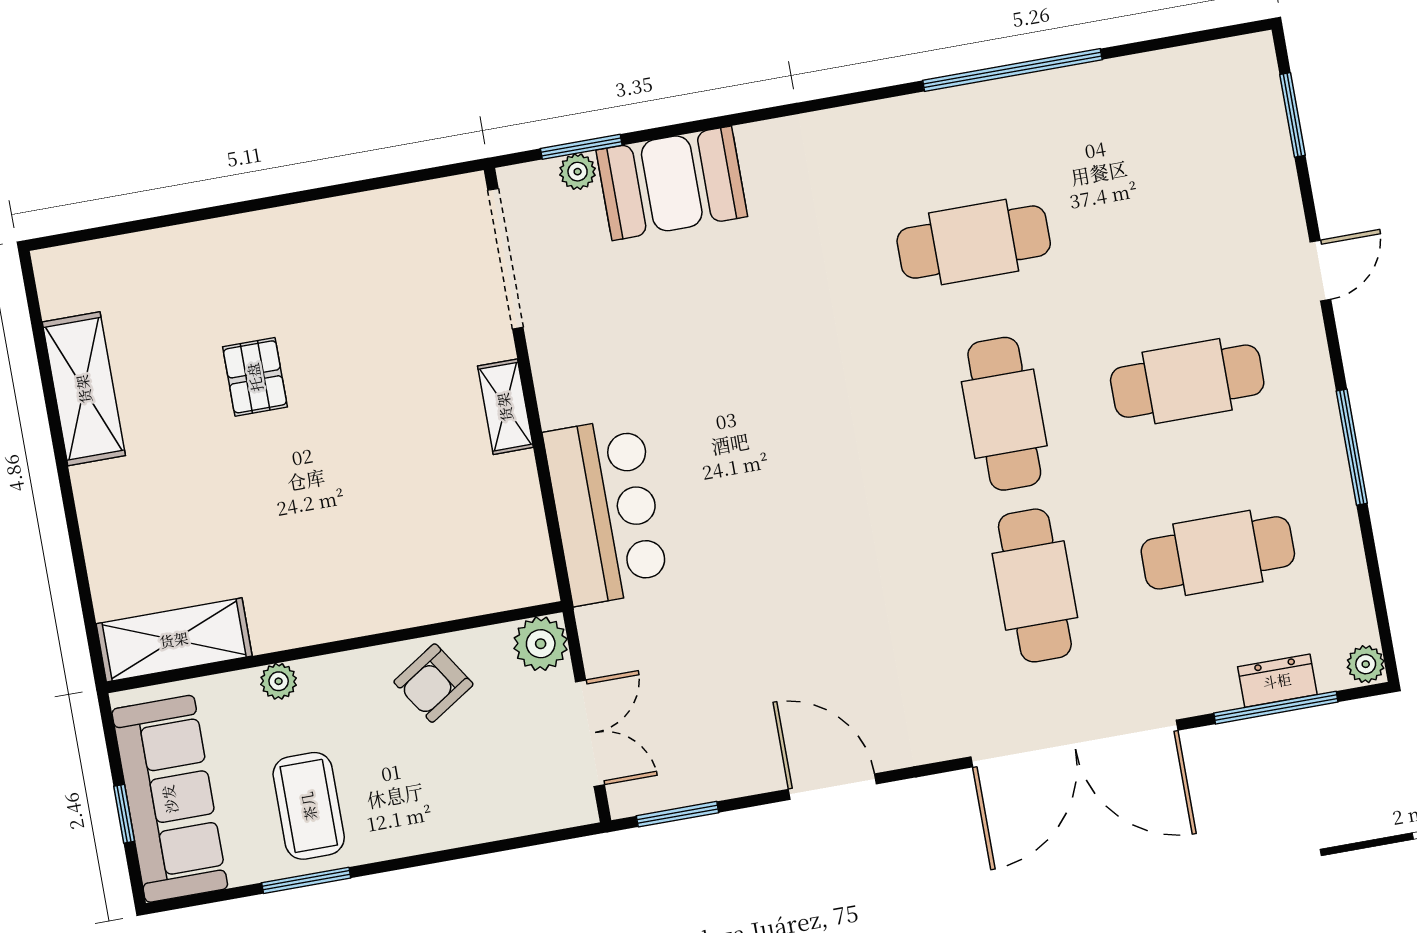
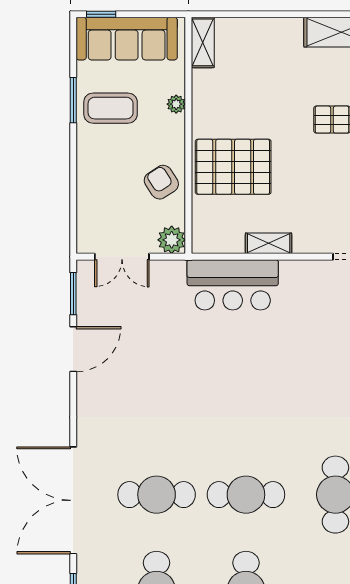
shelving: (505, 407) -> (269, 243), moved
pallet: (379, 550) -> (233, 167), added
shelving: (174, 640) -> (203, 42), width x0.67, depth x0.75
door: (832, 787) -> (73, 349), moved
window: (124, 814) -> (101, 14), moved

